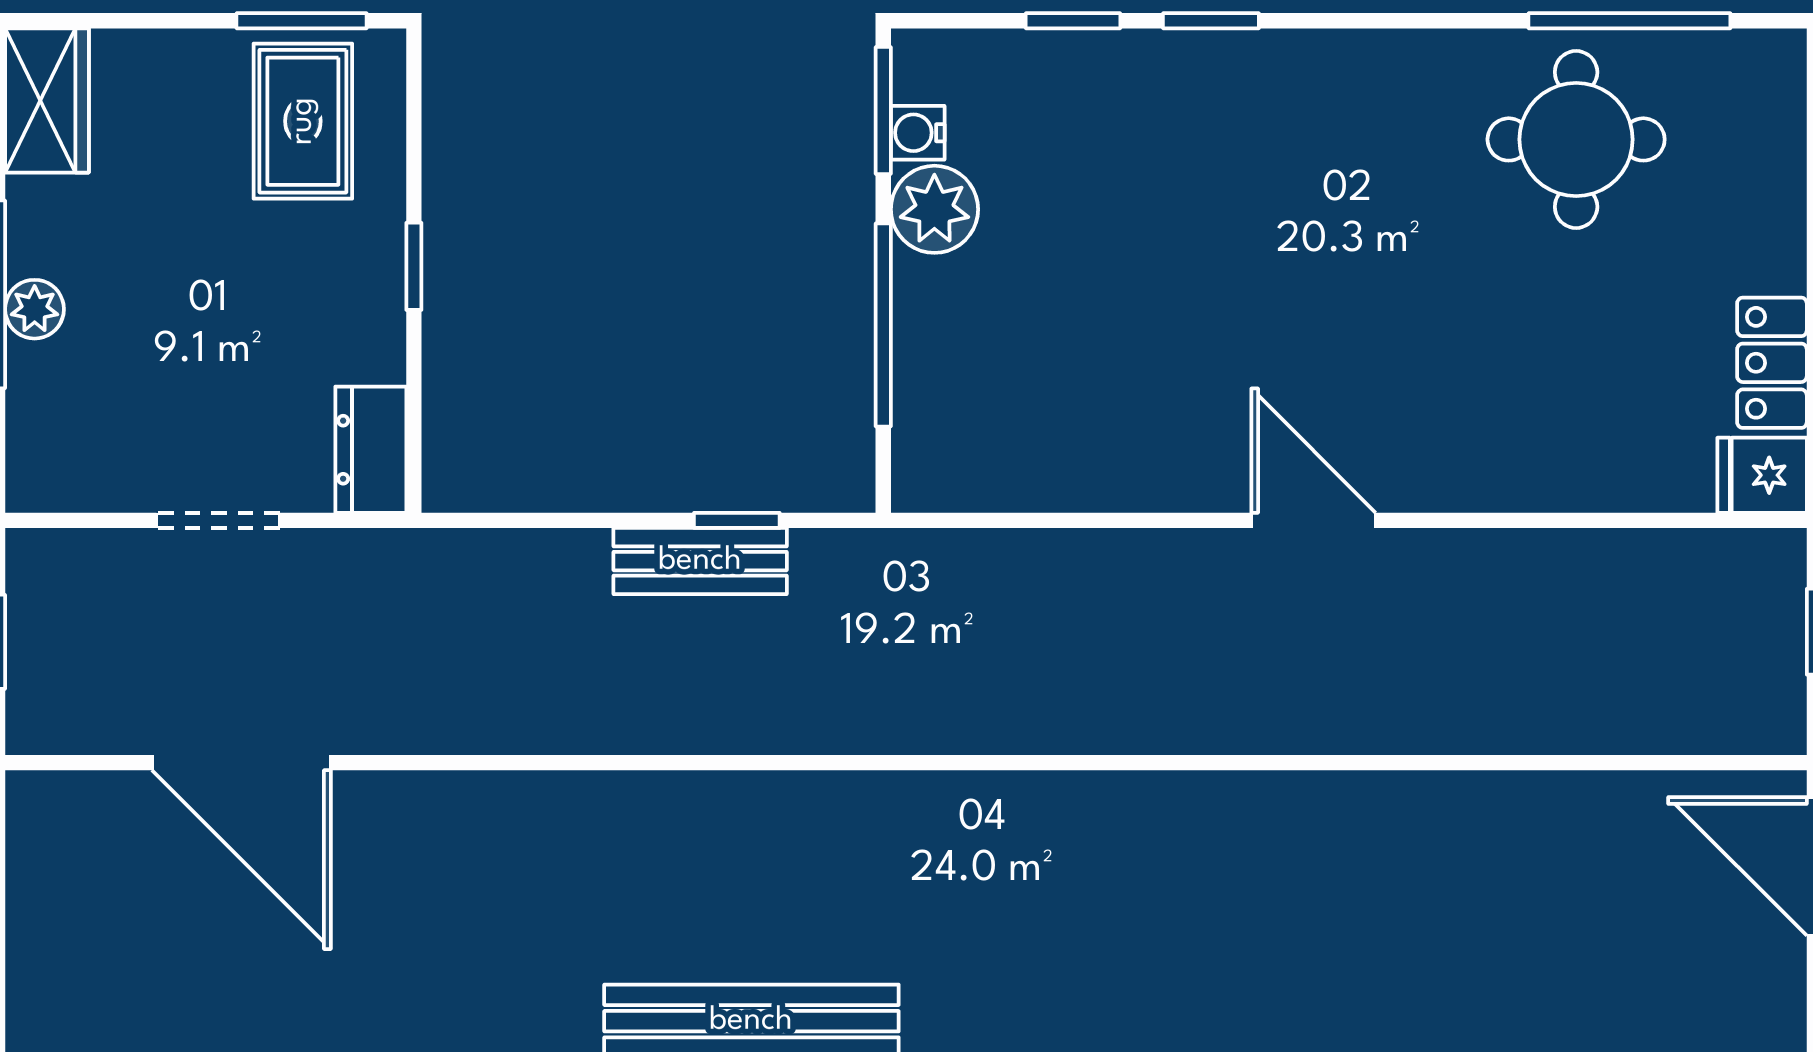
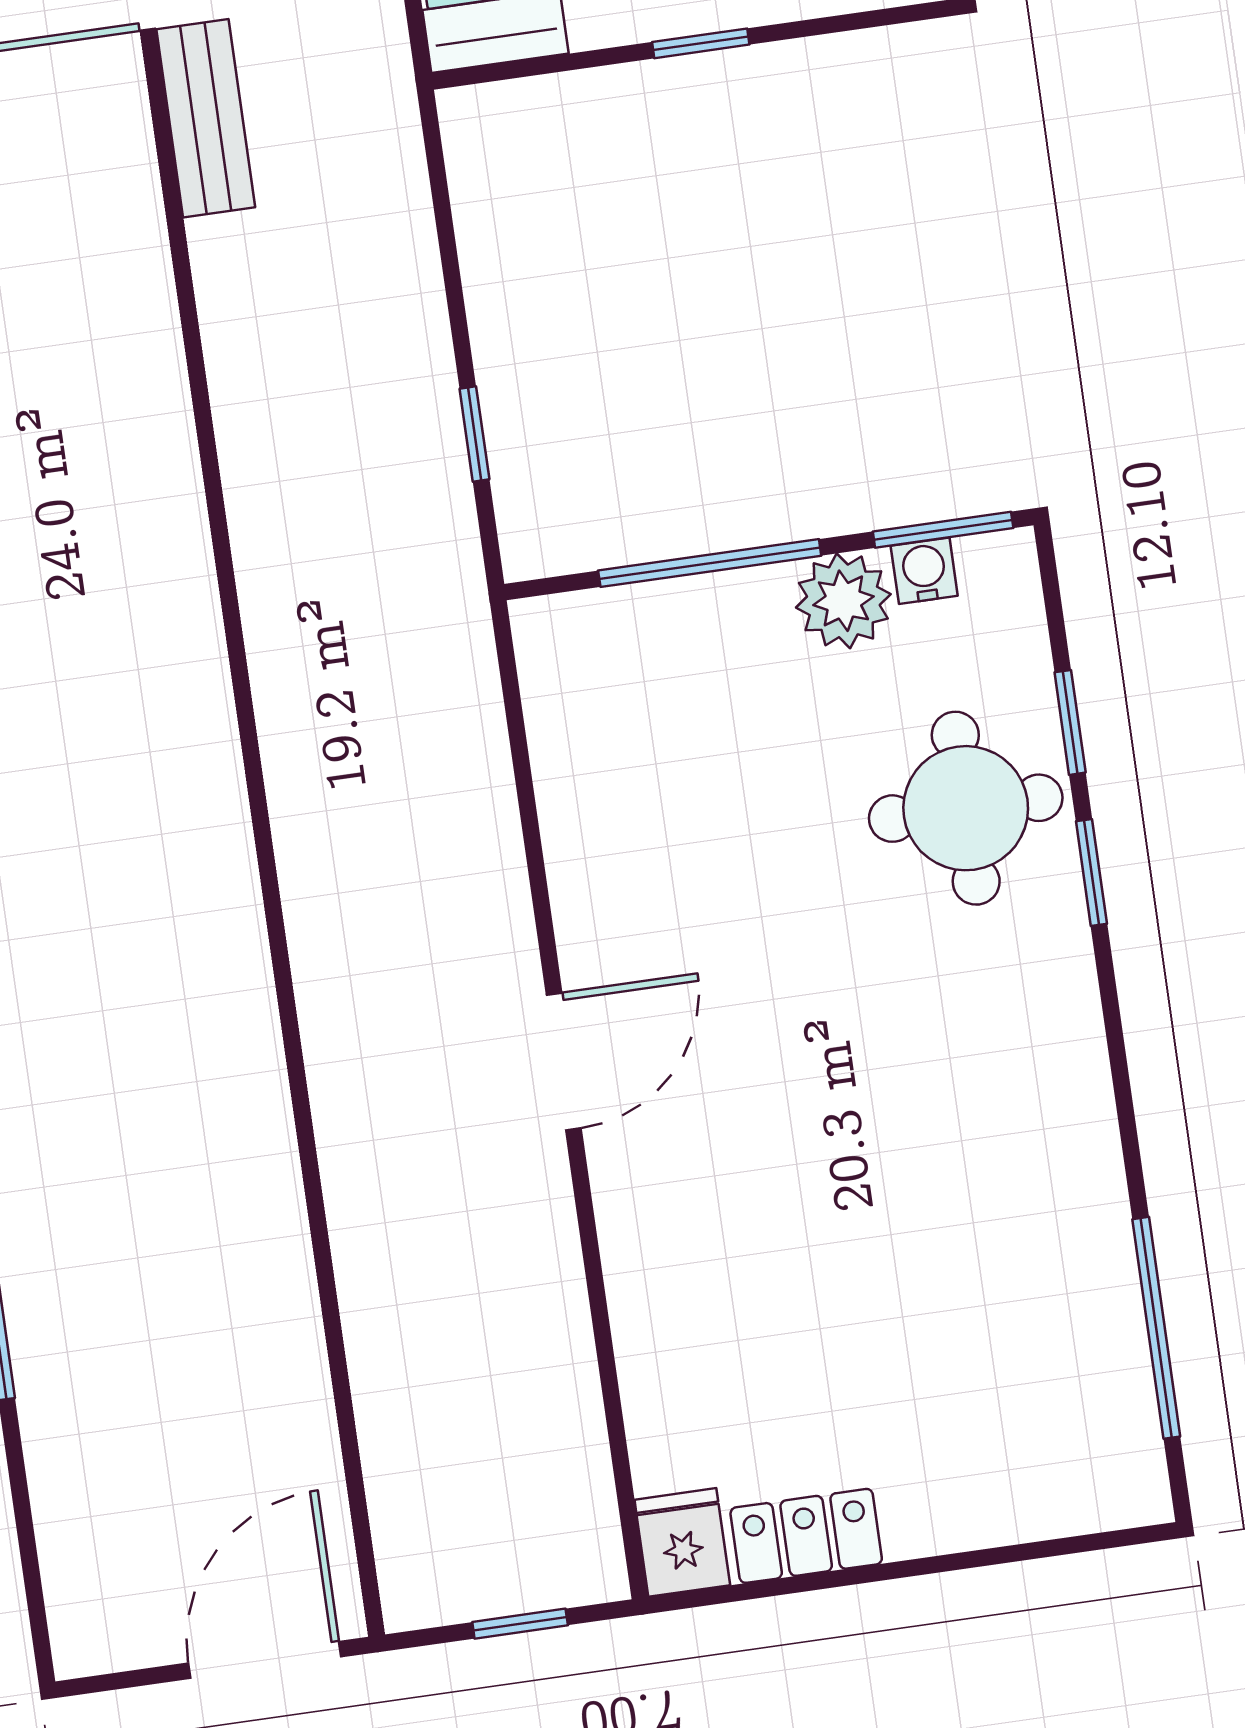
round table: (1576, 139) -> (966, 808), moved
bench: (700, 561) -> (206, 118), moved

